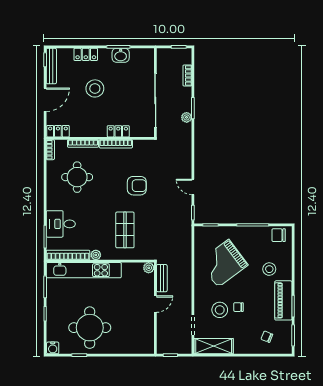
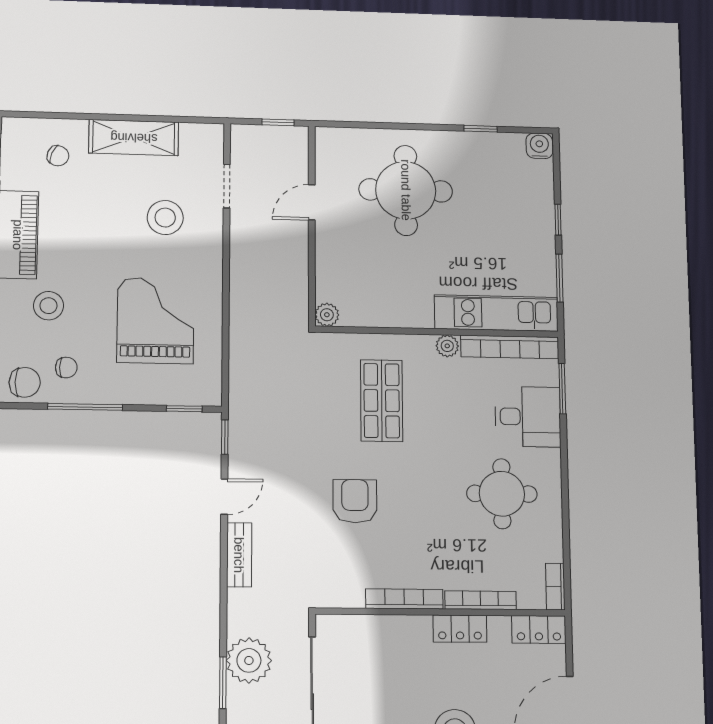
plant: (187, 117) -> (249, 660), width x1.88, depth x1.88
locker: (118, 131) -> (460, 629), moved
round table: (77, 177) -> (502, 494), moved
armchair: (137, 186) -> (355, 501), turned 90
door: (193, 187) -> (224, 497), hinge flipped
grand piano: (223, 263) -> (155, 321), turned -53
kitchen unit: (84, 270) -> (496, 313), width x0.73
bench: (162, 278) -> (239, 555), moved
door: (155, 304) -> (312, 202), moved
chair: (238, 307) -> (66, 367), moved
round table: (90, 328) -> (406, 190), moved
shelving: (214, 346) -> (134, 138), moved

